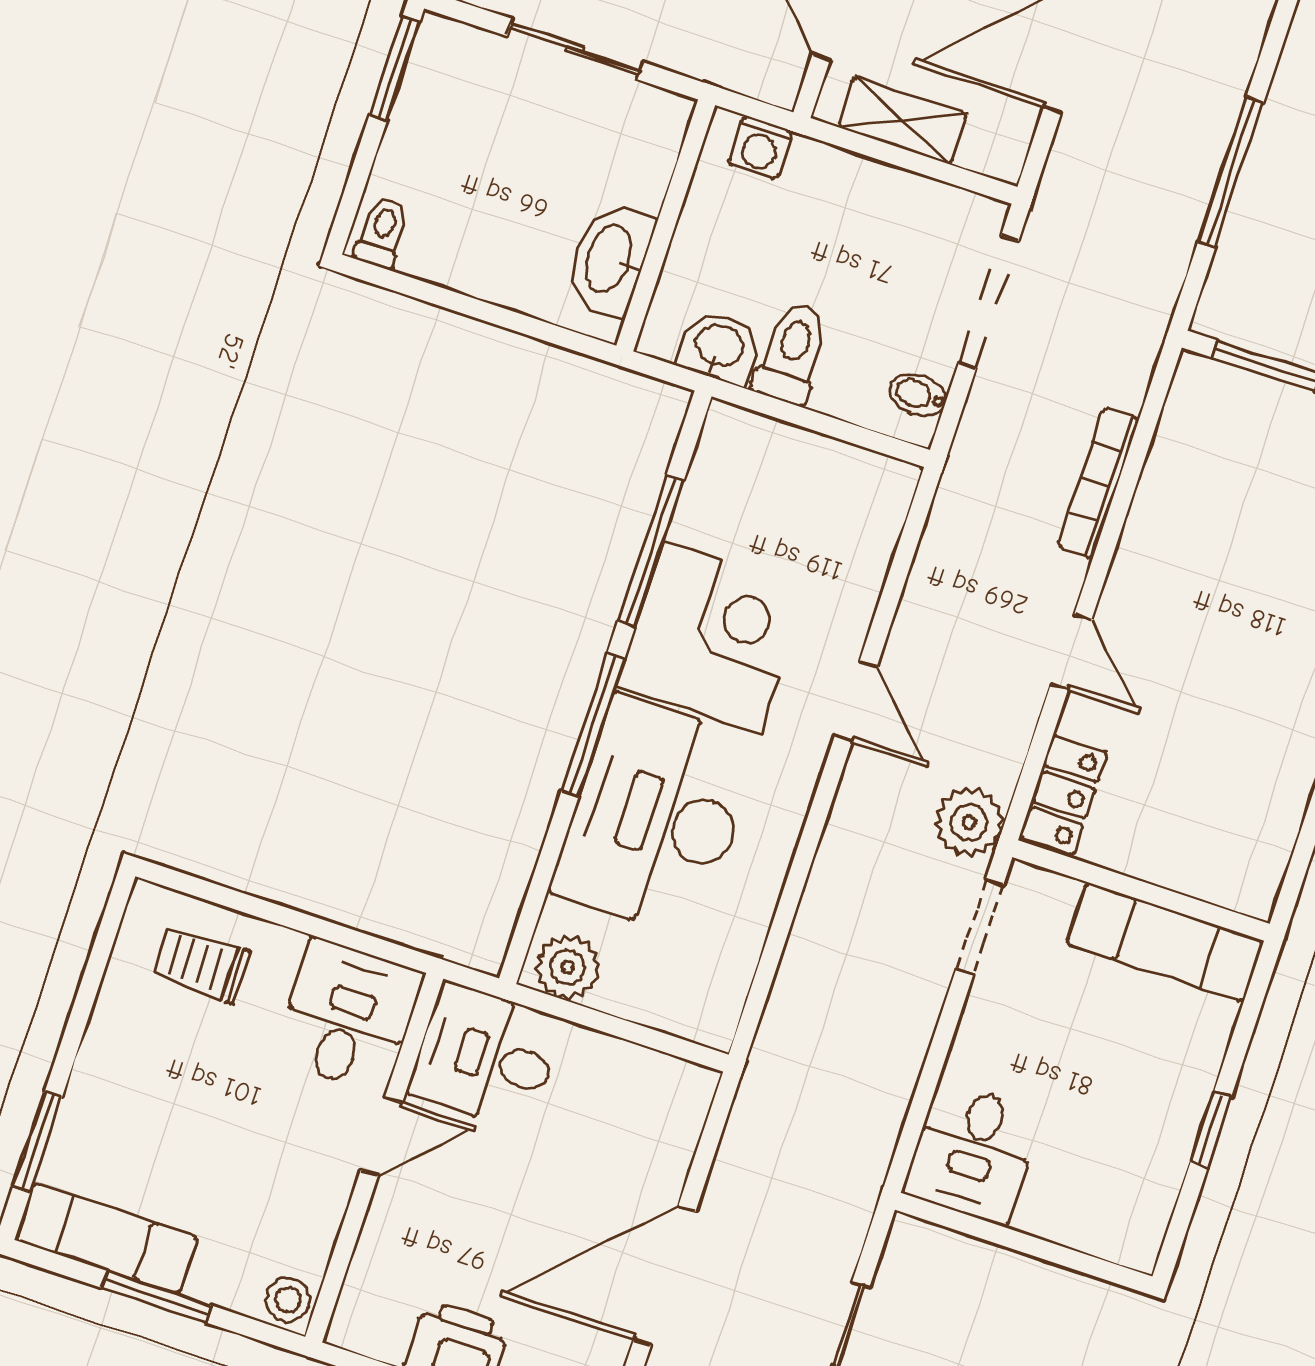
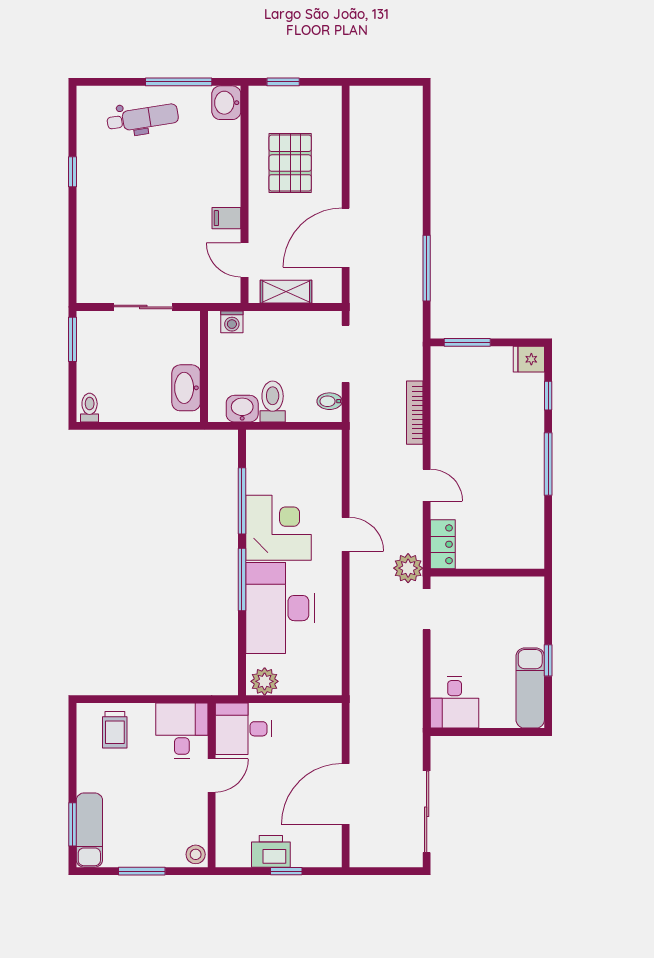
exam couch: (1165, 942) -> (530, 688), moved, turned 90
trolley: (201, 964) -> (115, 730), turned -90
exam couch: (106, 1239) -> (89, 830), moved, turned 90

